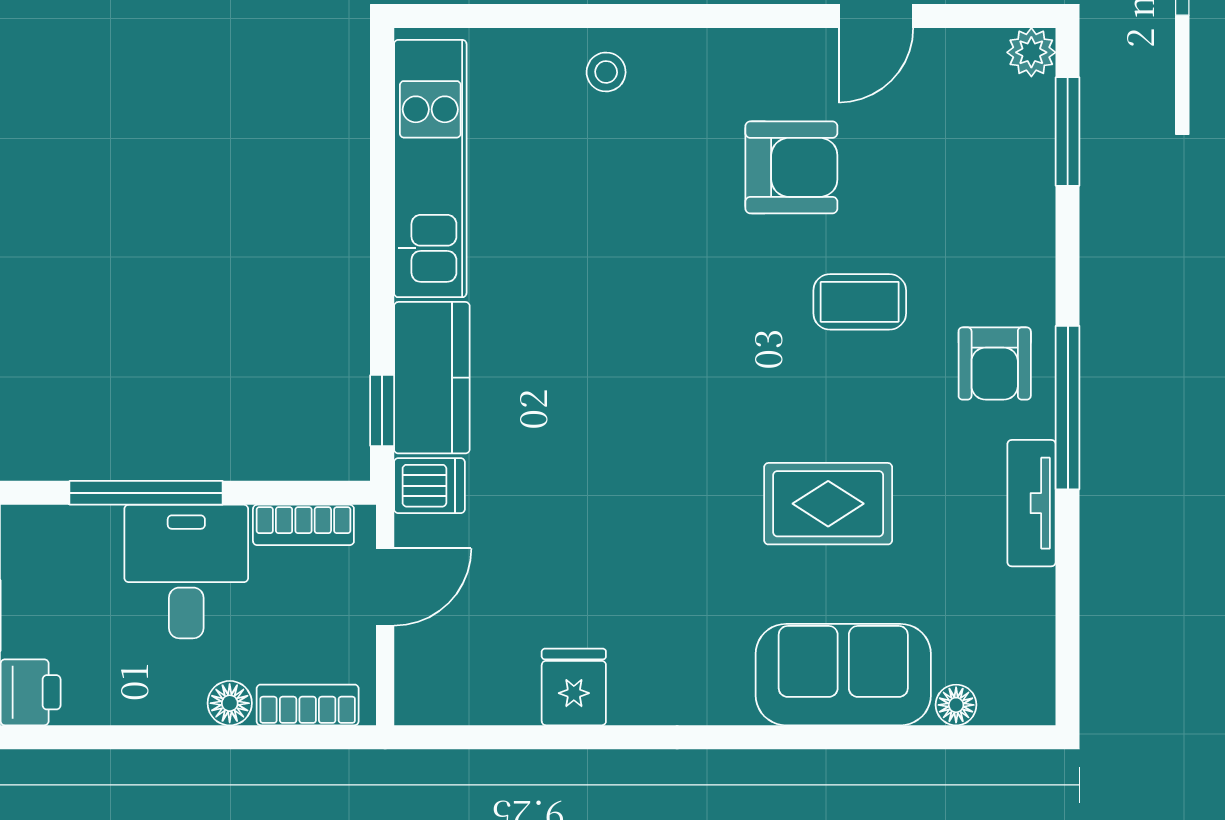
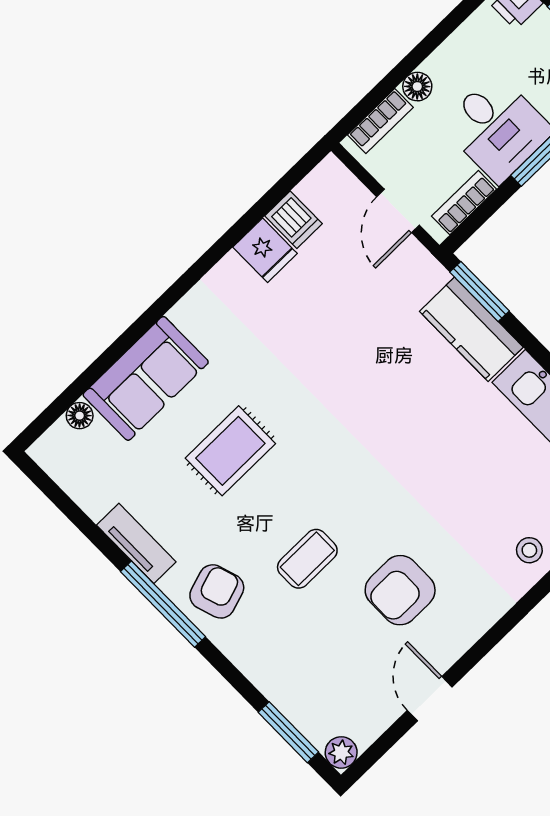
armchair: (995, 364) -> (217, 591), turned 72
window: (382, 411) -> (480, 291), width x1.50
dishwasher: (429, 486) -> (294, 220), moved, turned -90

